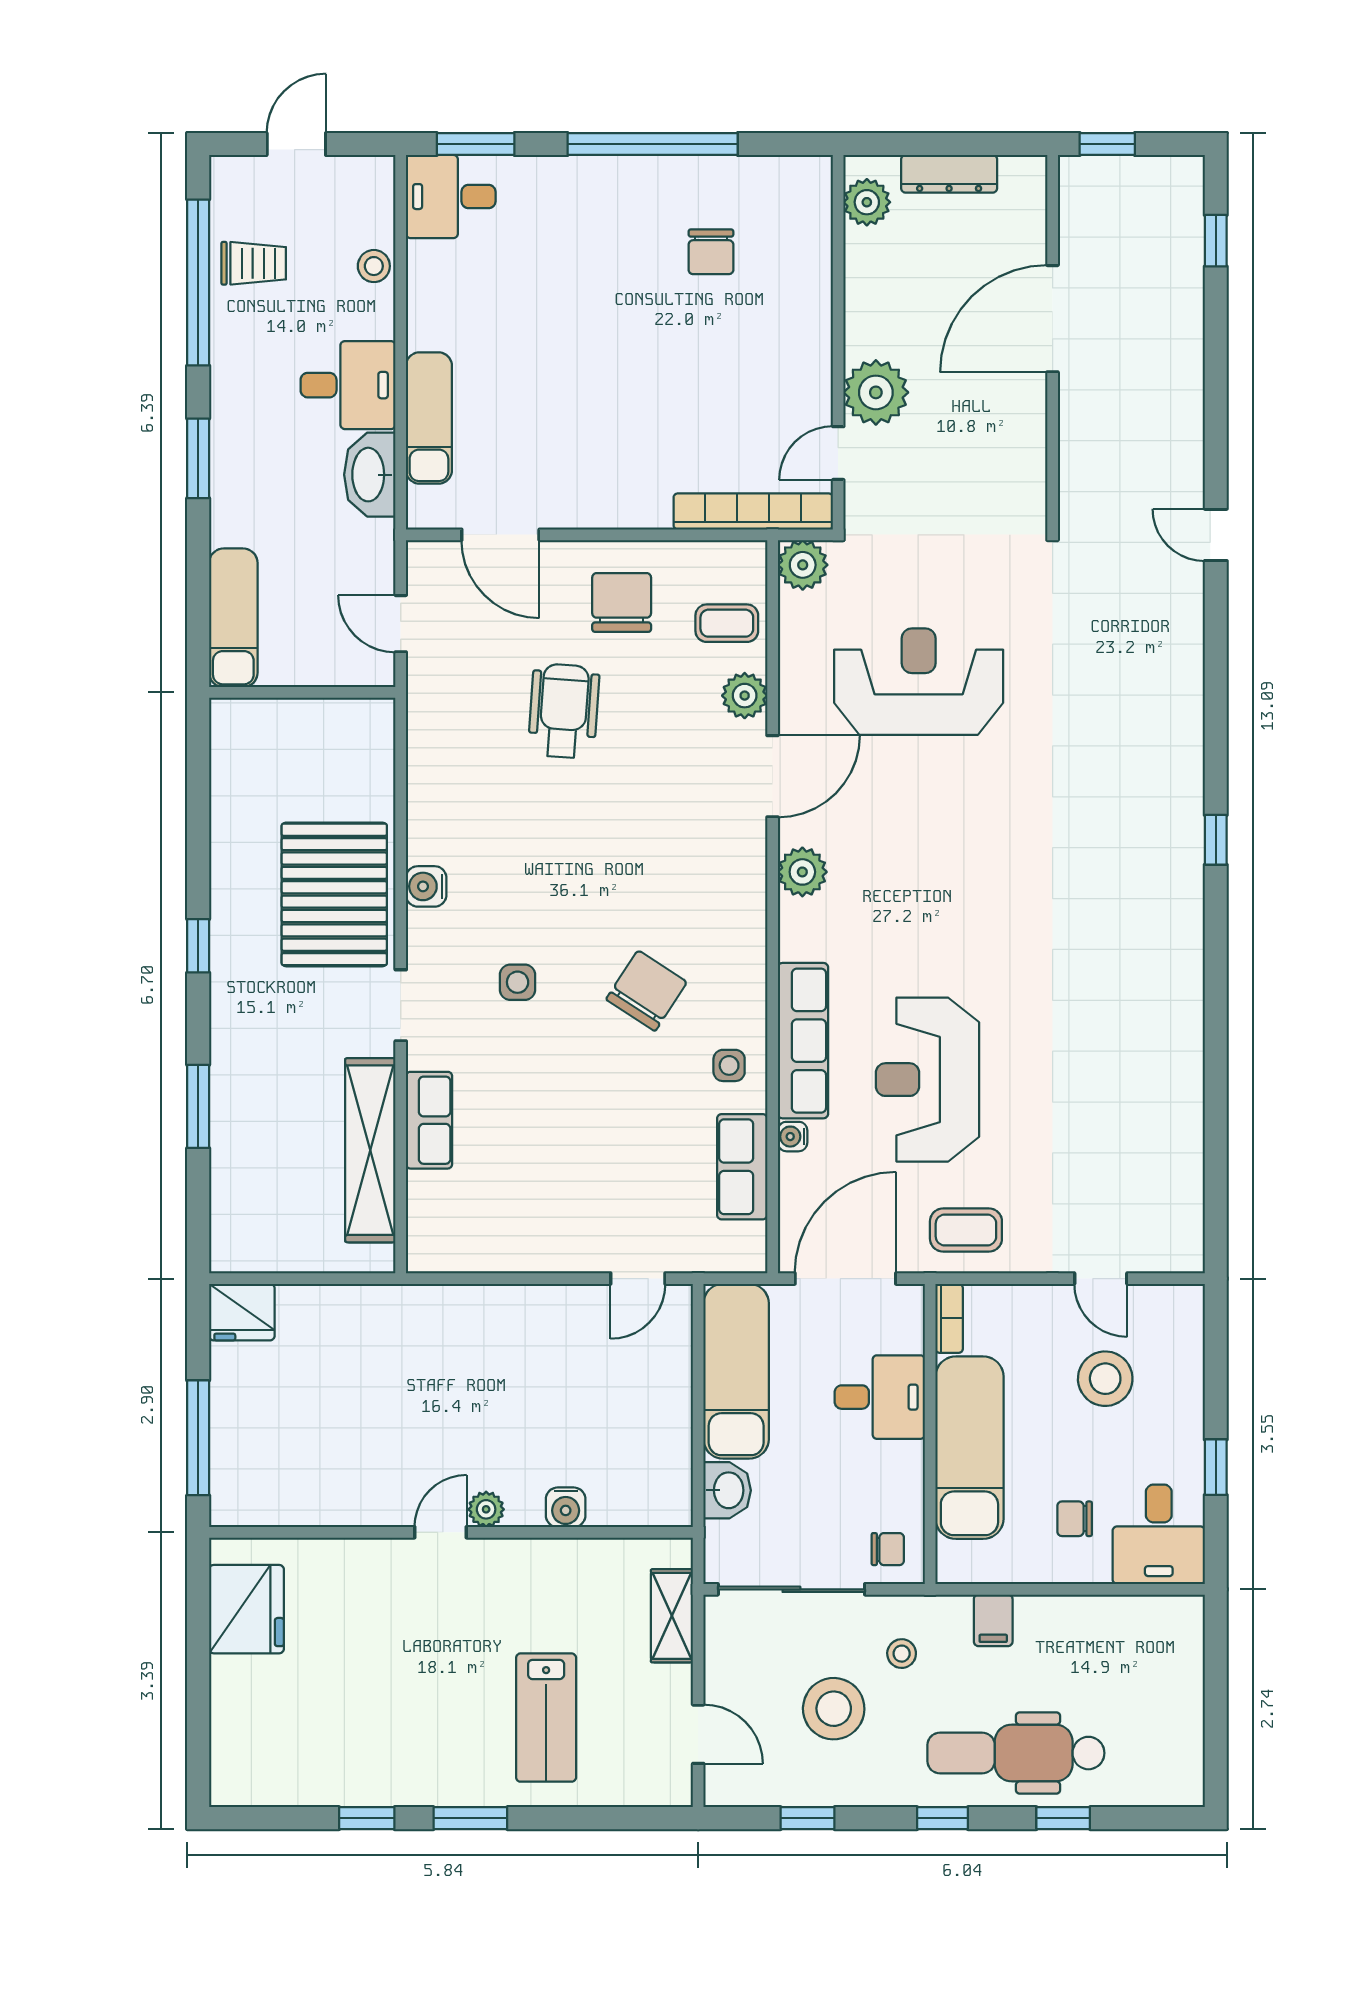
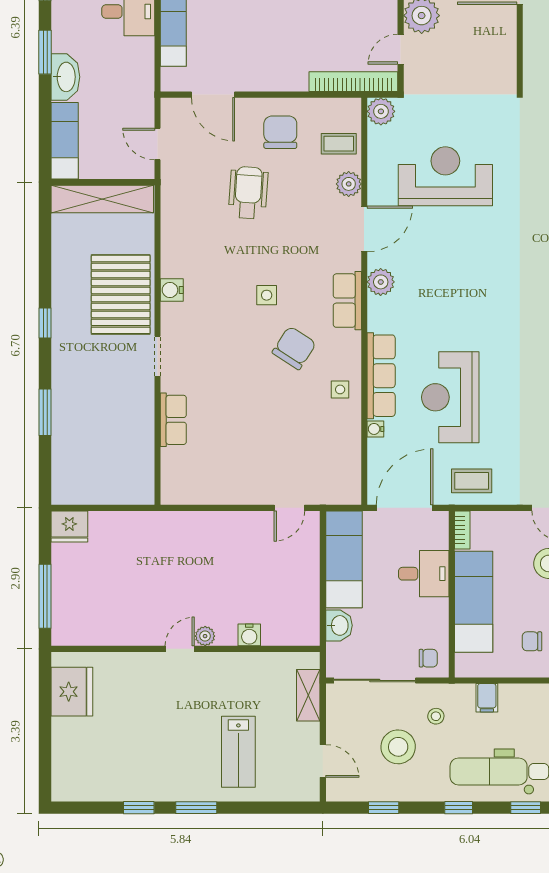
washbasin: (370, 475) -> (65, 77), moved, turned 180
side table: (518, 982) -> (267, 295), moved
shelving: (370, 1150) -> (102, 199), moved, turned 90
row of seats: (742, 1167) -> (347, 301), moved

